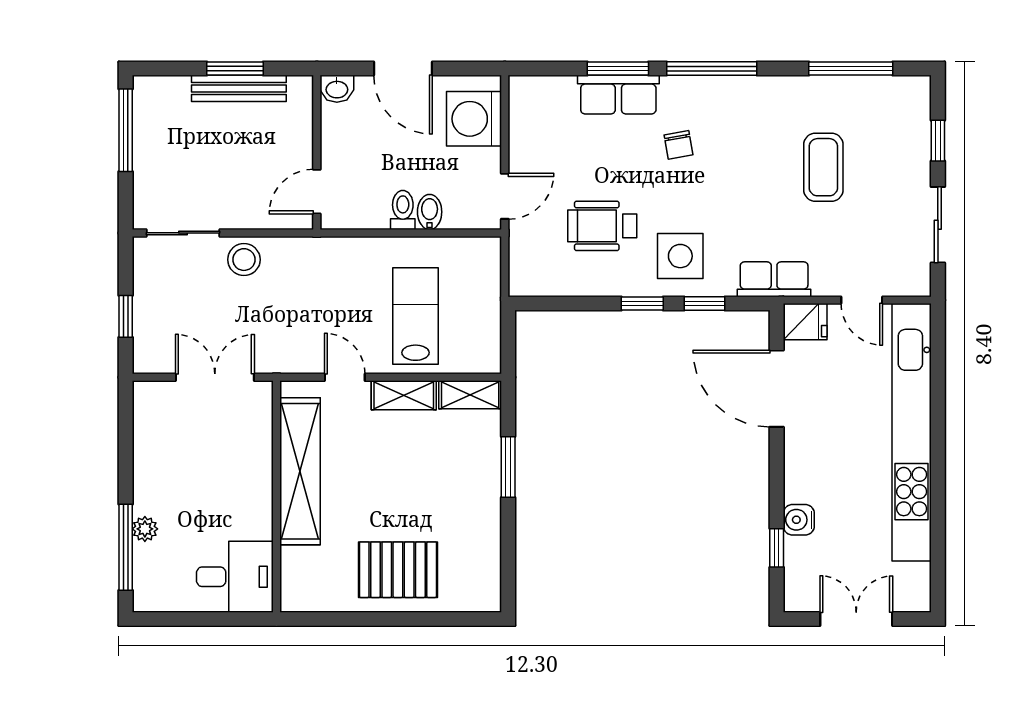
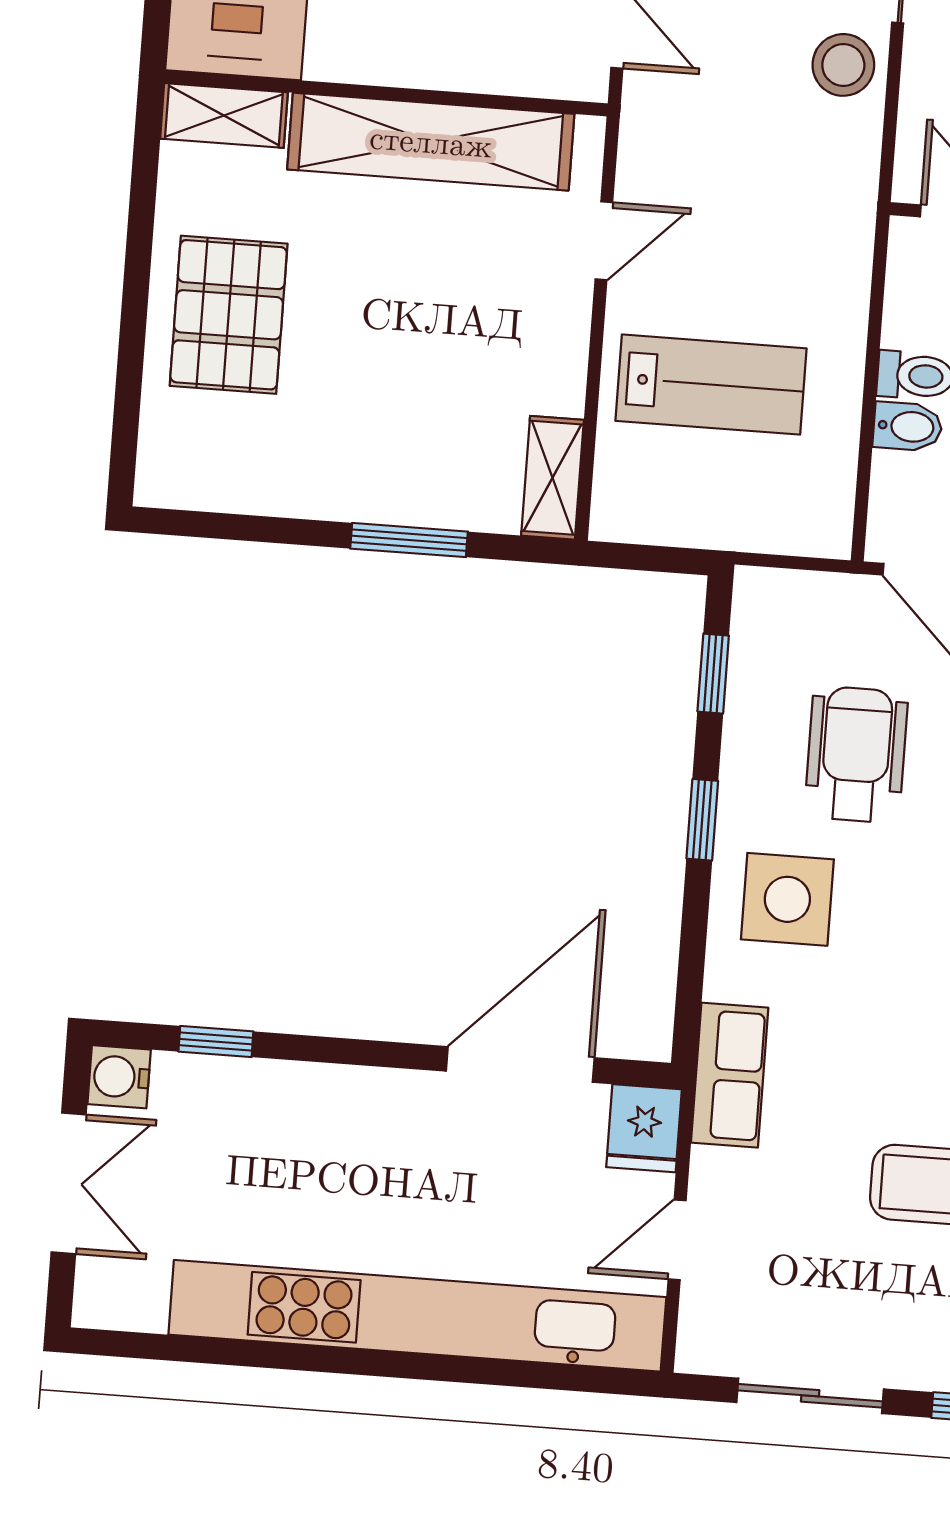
window: (704, 303) -> (713, 674), moved
shelving: (404, 395) -> (224, 116), moved, turned 90
water cooler: (799, 520) -> (119, 1077), moved, turned -90

